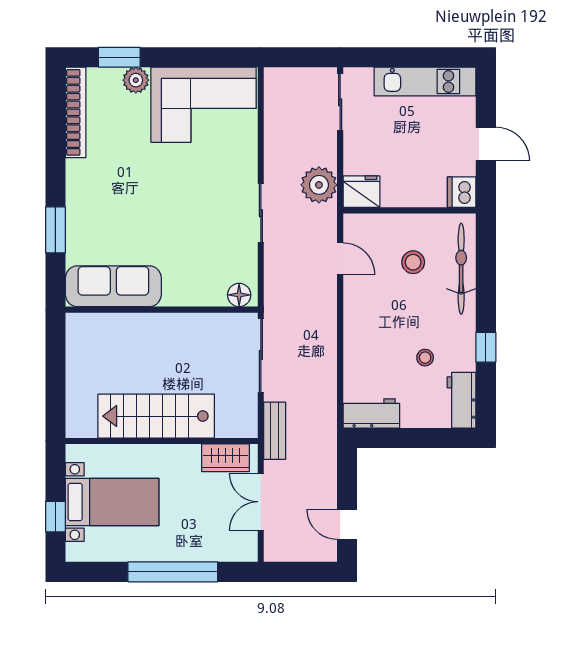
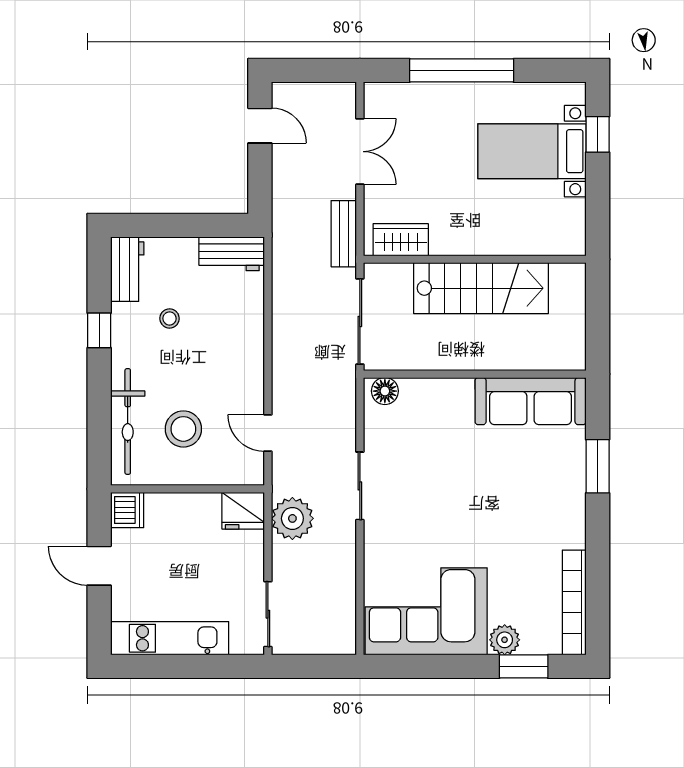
stool: (413, 262) -> (183, 429), width x1.38, depth x1.38
stairs: (156, 416) -> (481, 288), moved
wall: (162, 441) -> (475, 259), moved
wardrobe: (226, 458) -> (401, 240), moved

